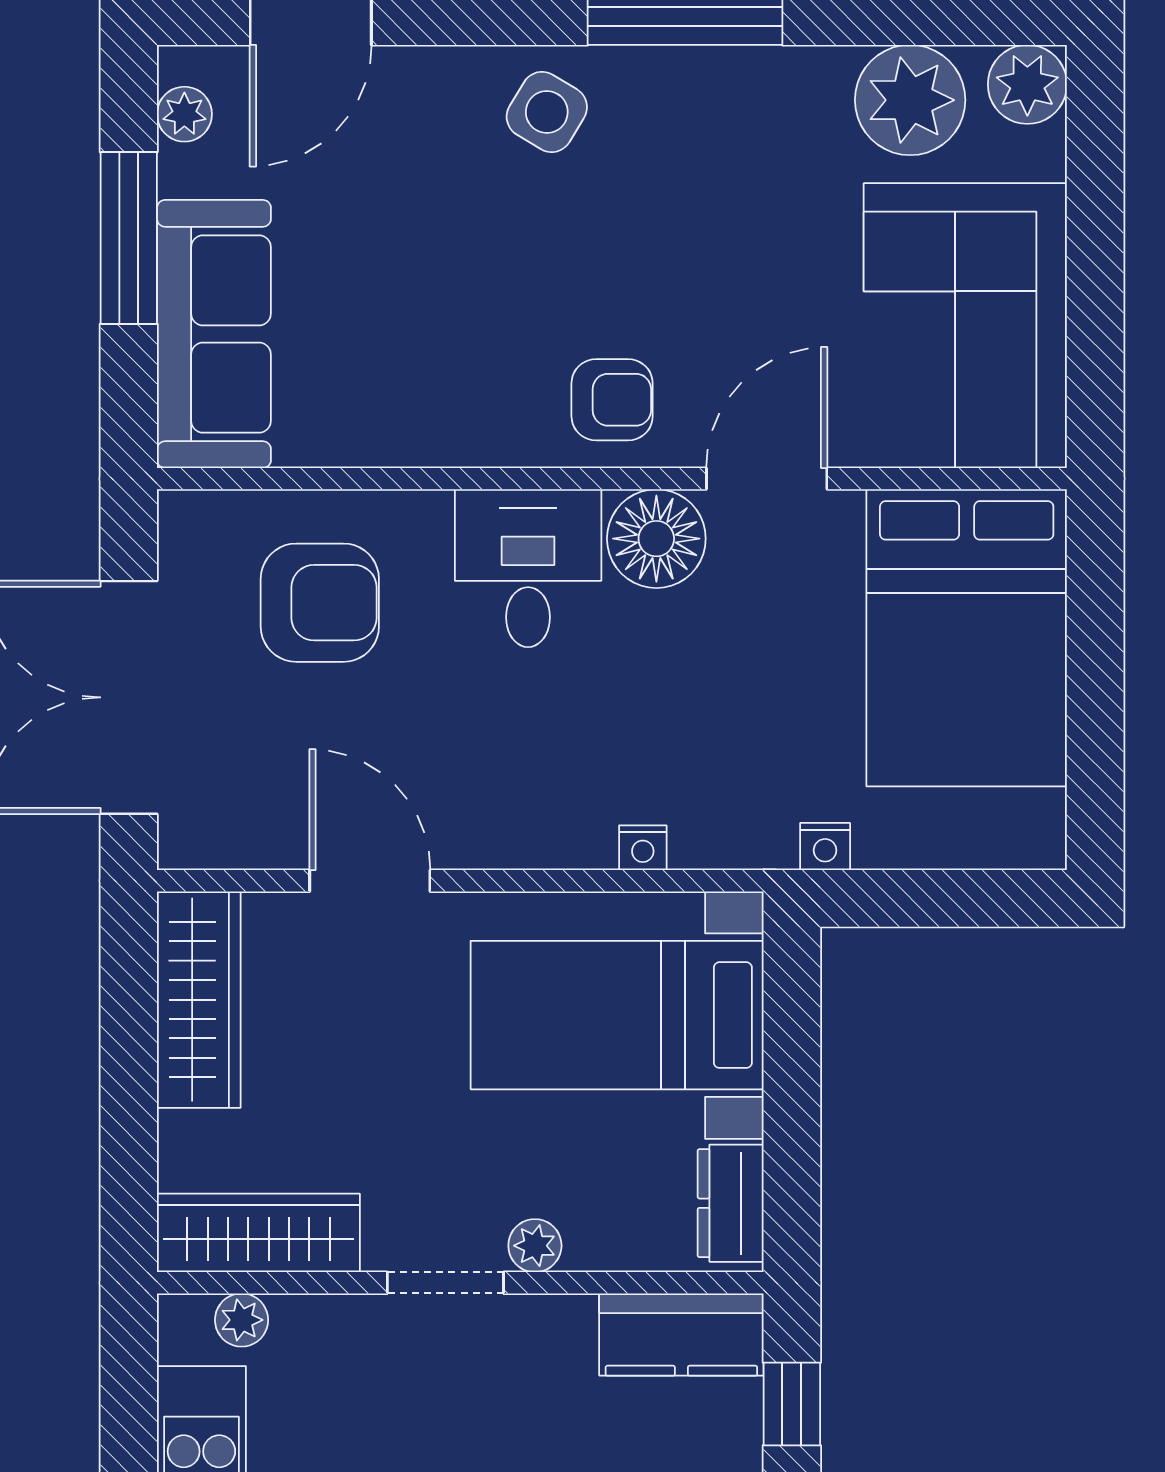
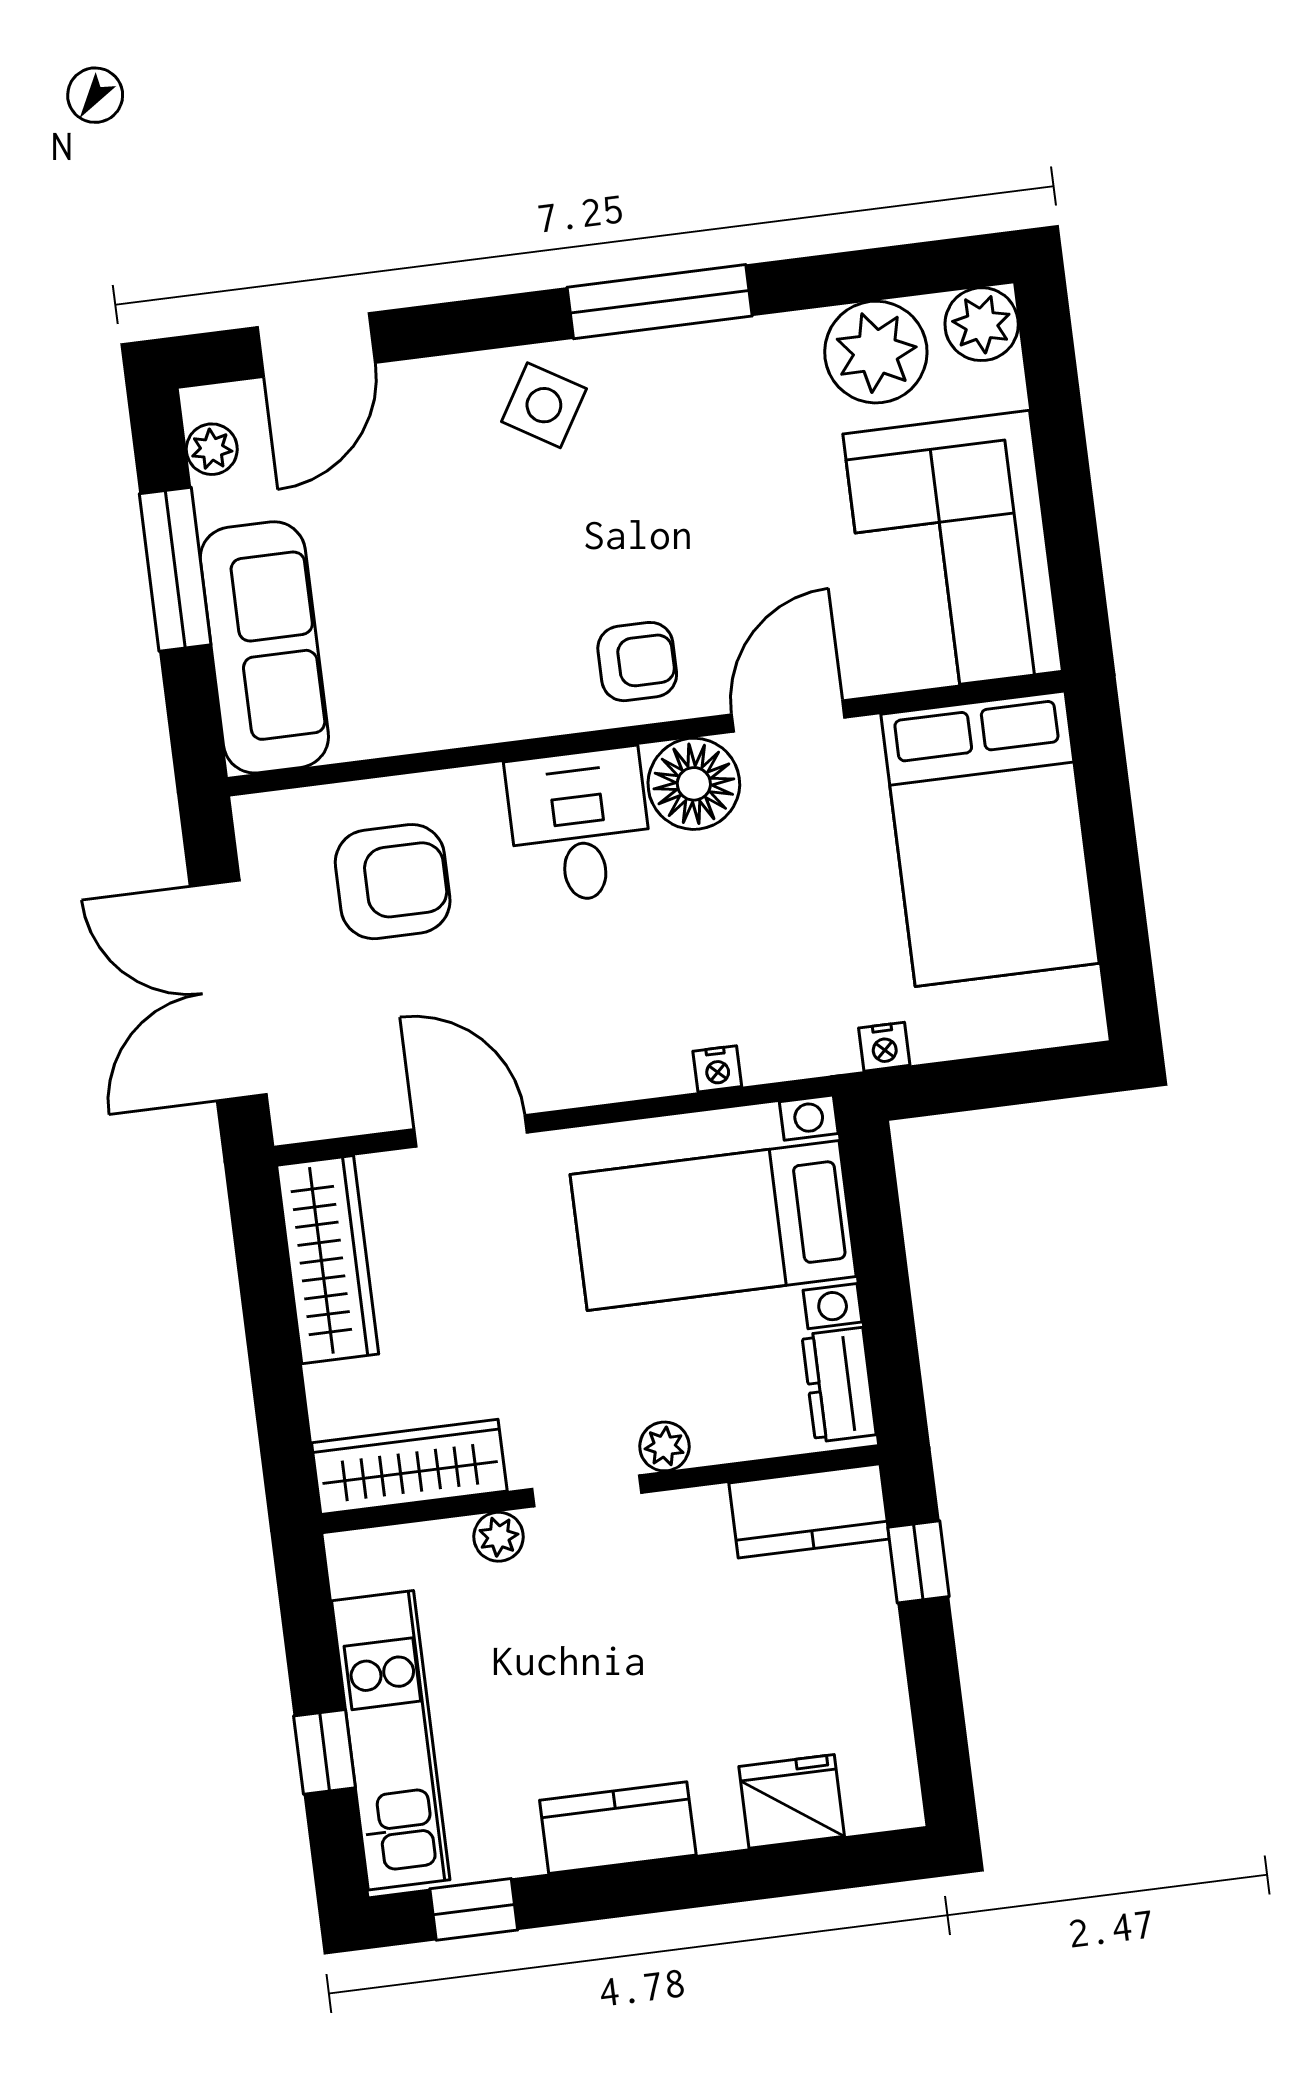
plant: (242, 1320) -> (499, 1537), moved

